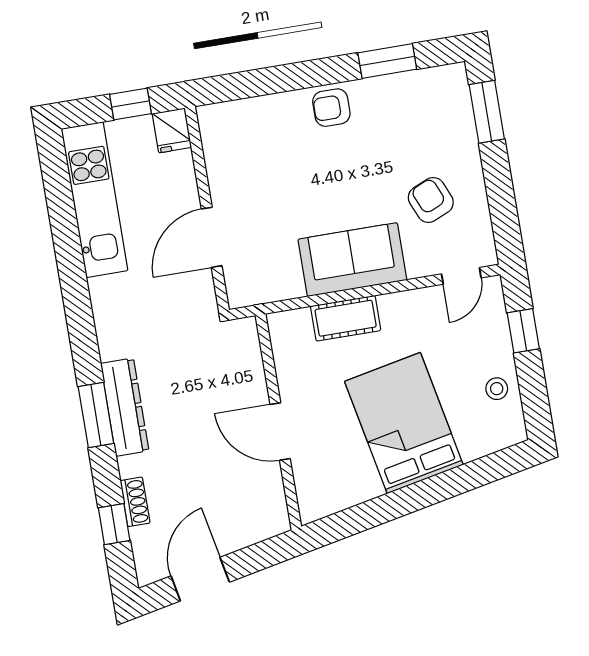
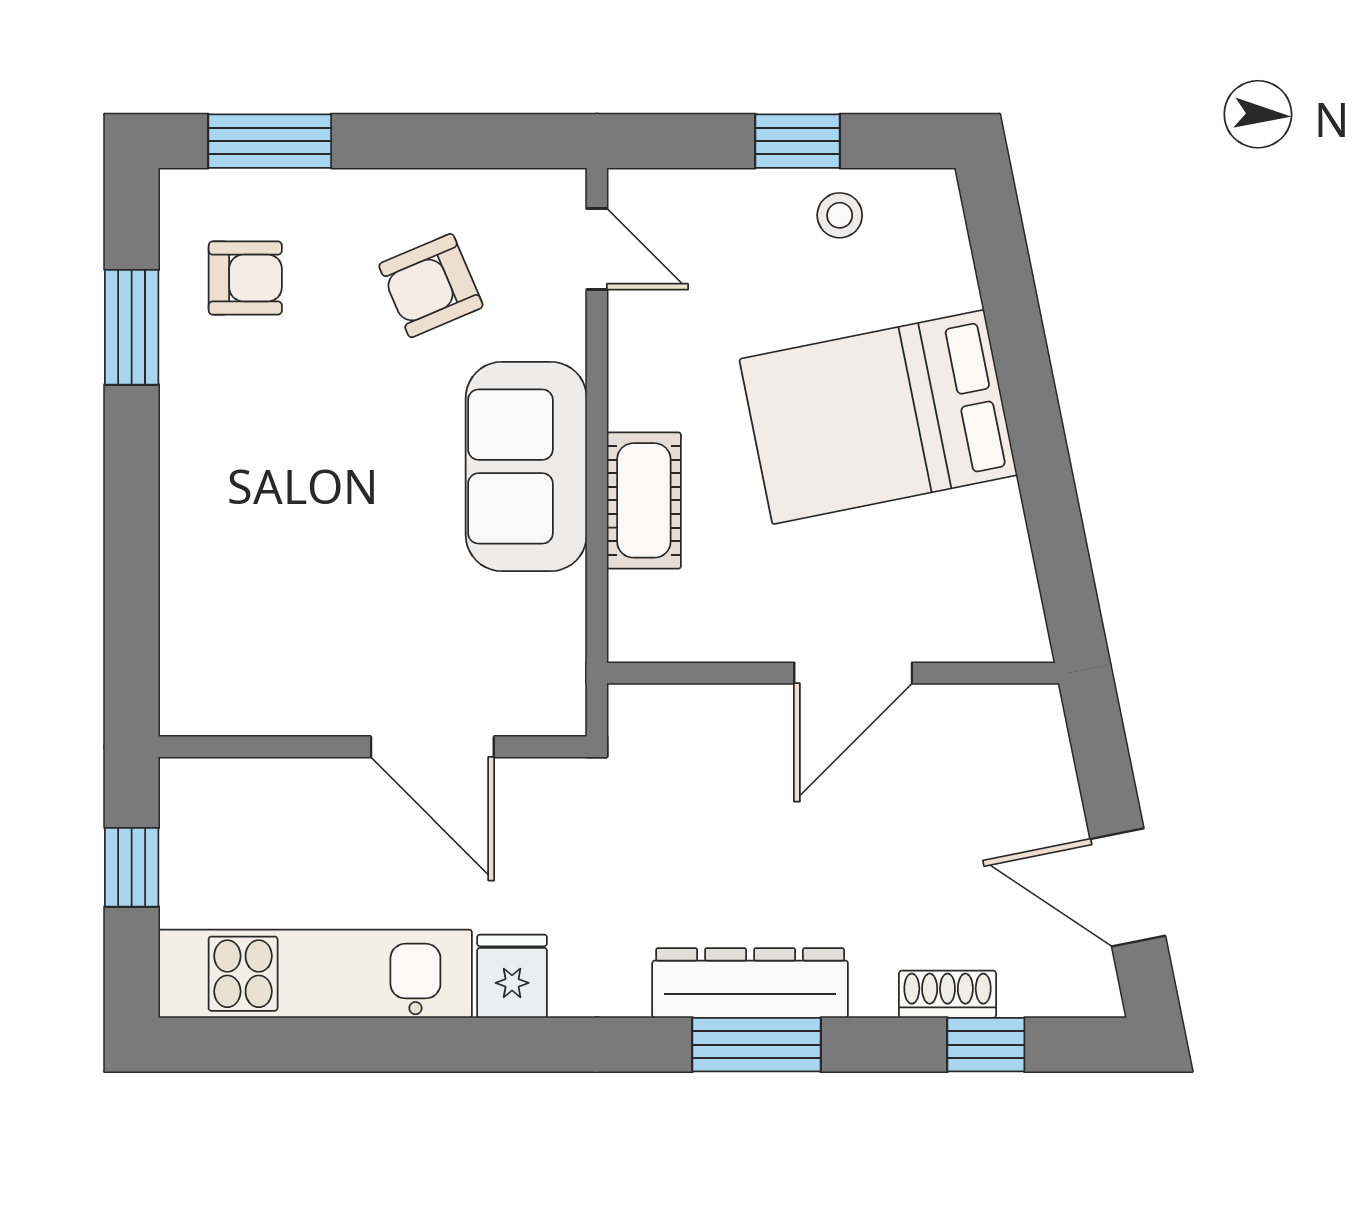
armchair: (331, 108) -> (245, 278), moved, turned -90
fridge: (172, 130) -> (512, 976), moved, turned -90
window: (523, 331) -> (797, 141), moved

